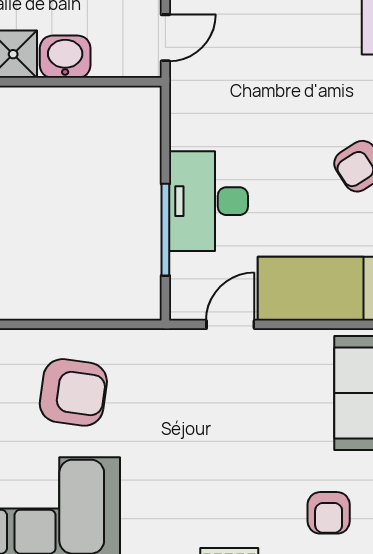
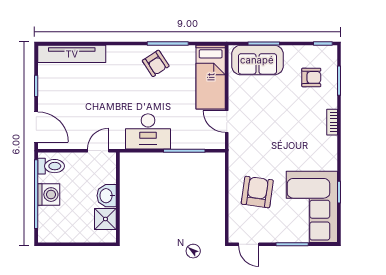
door: (165, 38) -> (98, 151), hinge flipped
desk: (208, 201) -> (148, 131), moved

